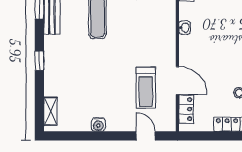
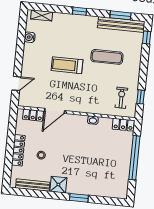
treadmill: (146, 88) -> (67, 65), moved
water cooler: (98, 124) -> (30, 37), moved

